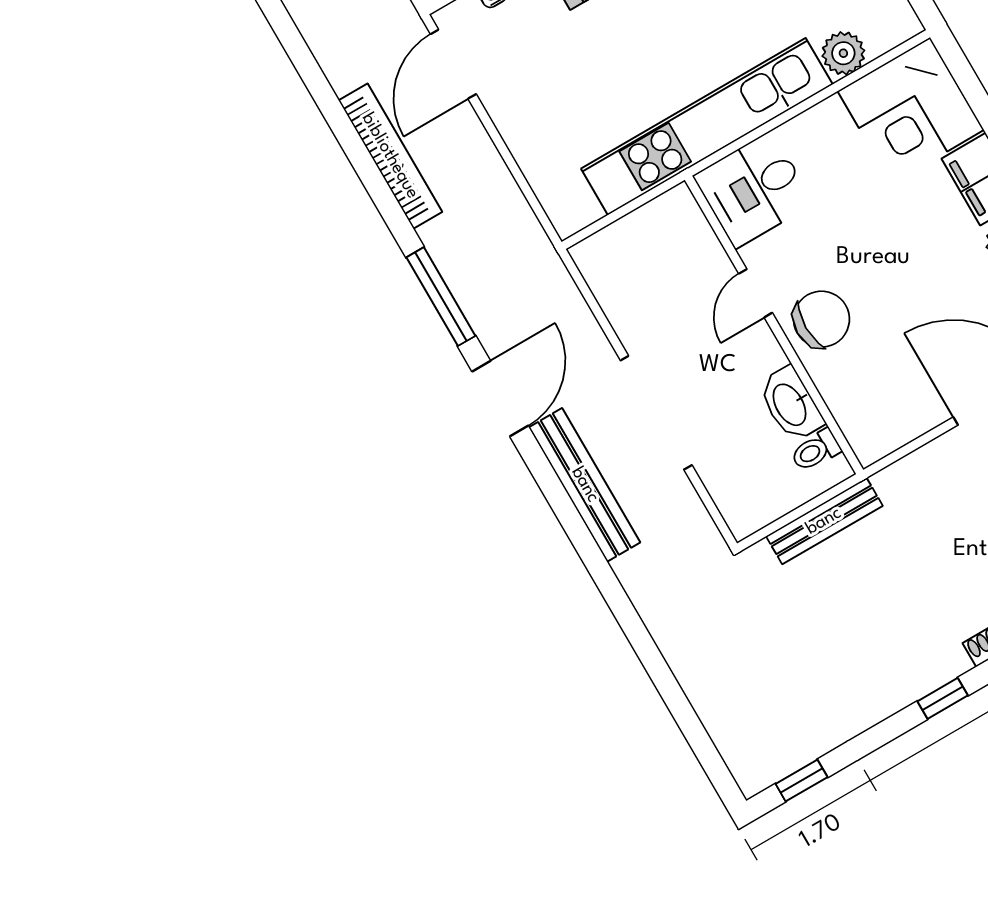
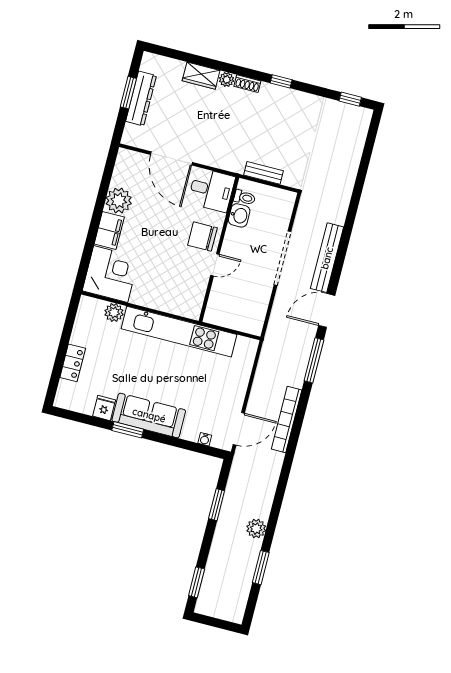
desk: (753, 190) -> (212, 190), moved
washbasin: (791, 404) -> (239, 215), width x0.72
bench: (824, 521) -> (263, 173), width x0.73

